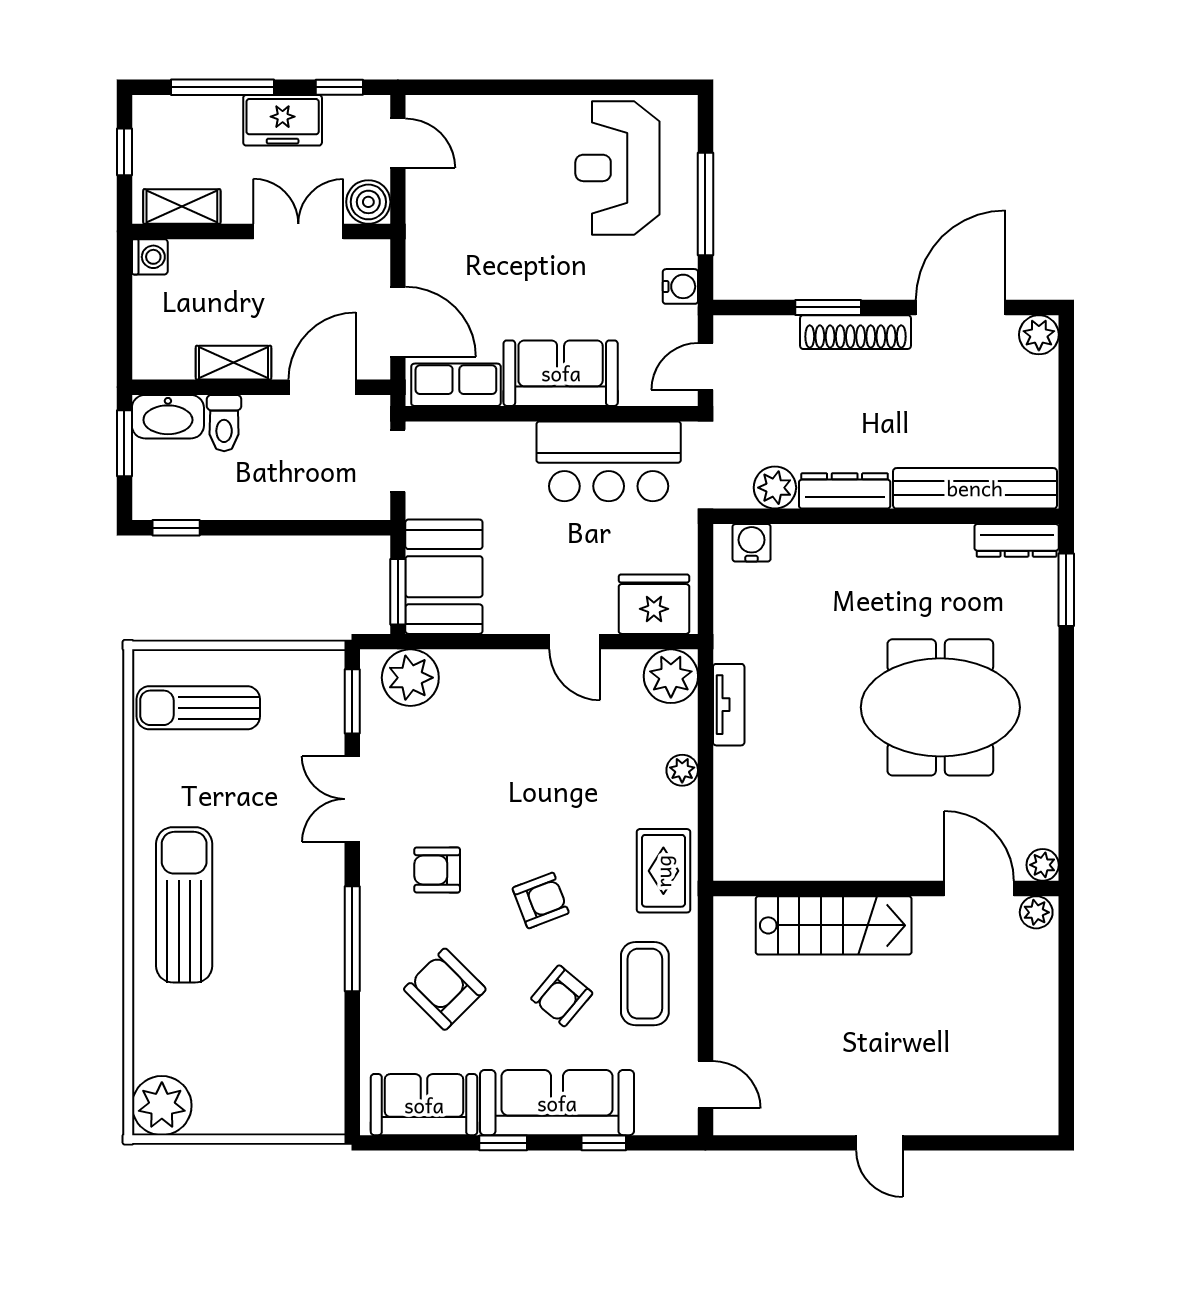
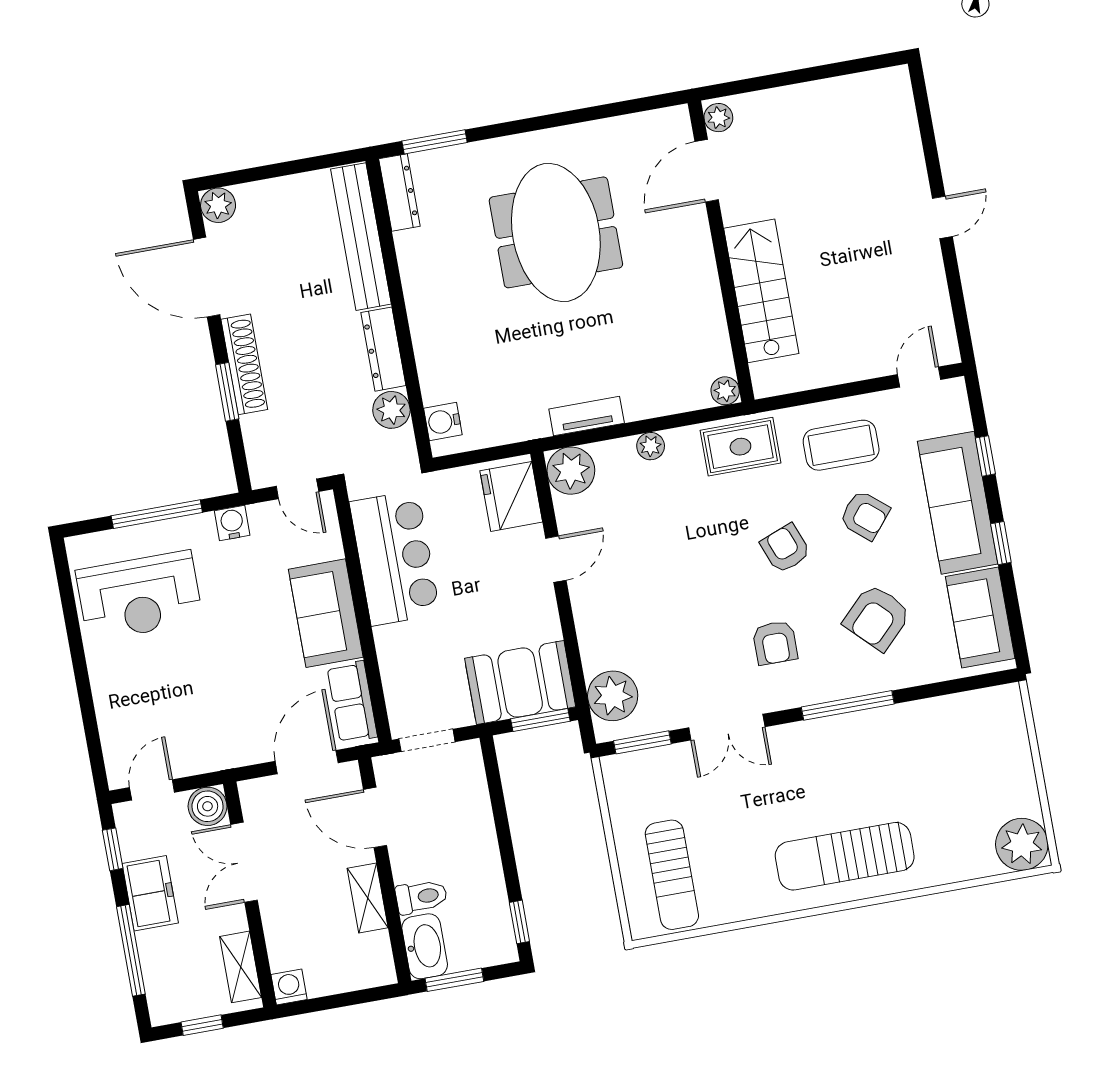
plant: (1043, 865) -> (725, 391), moved

